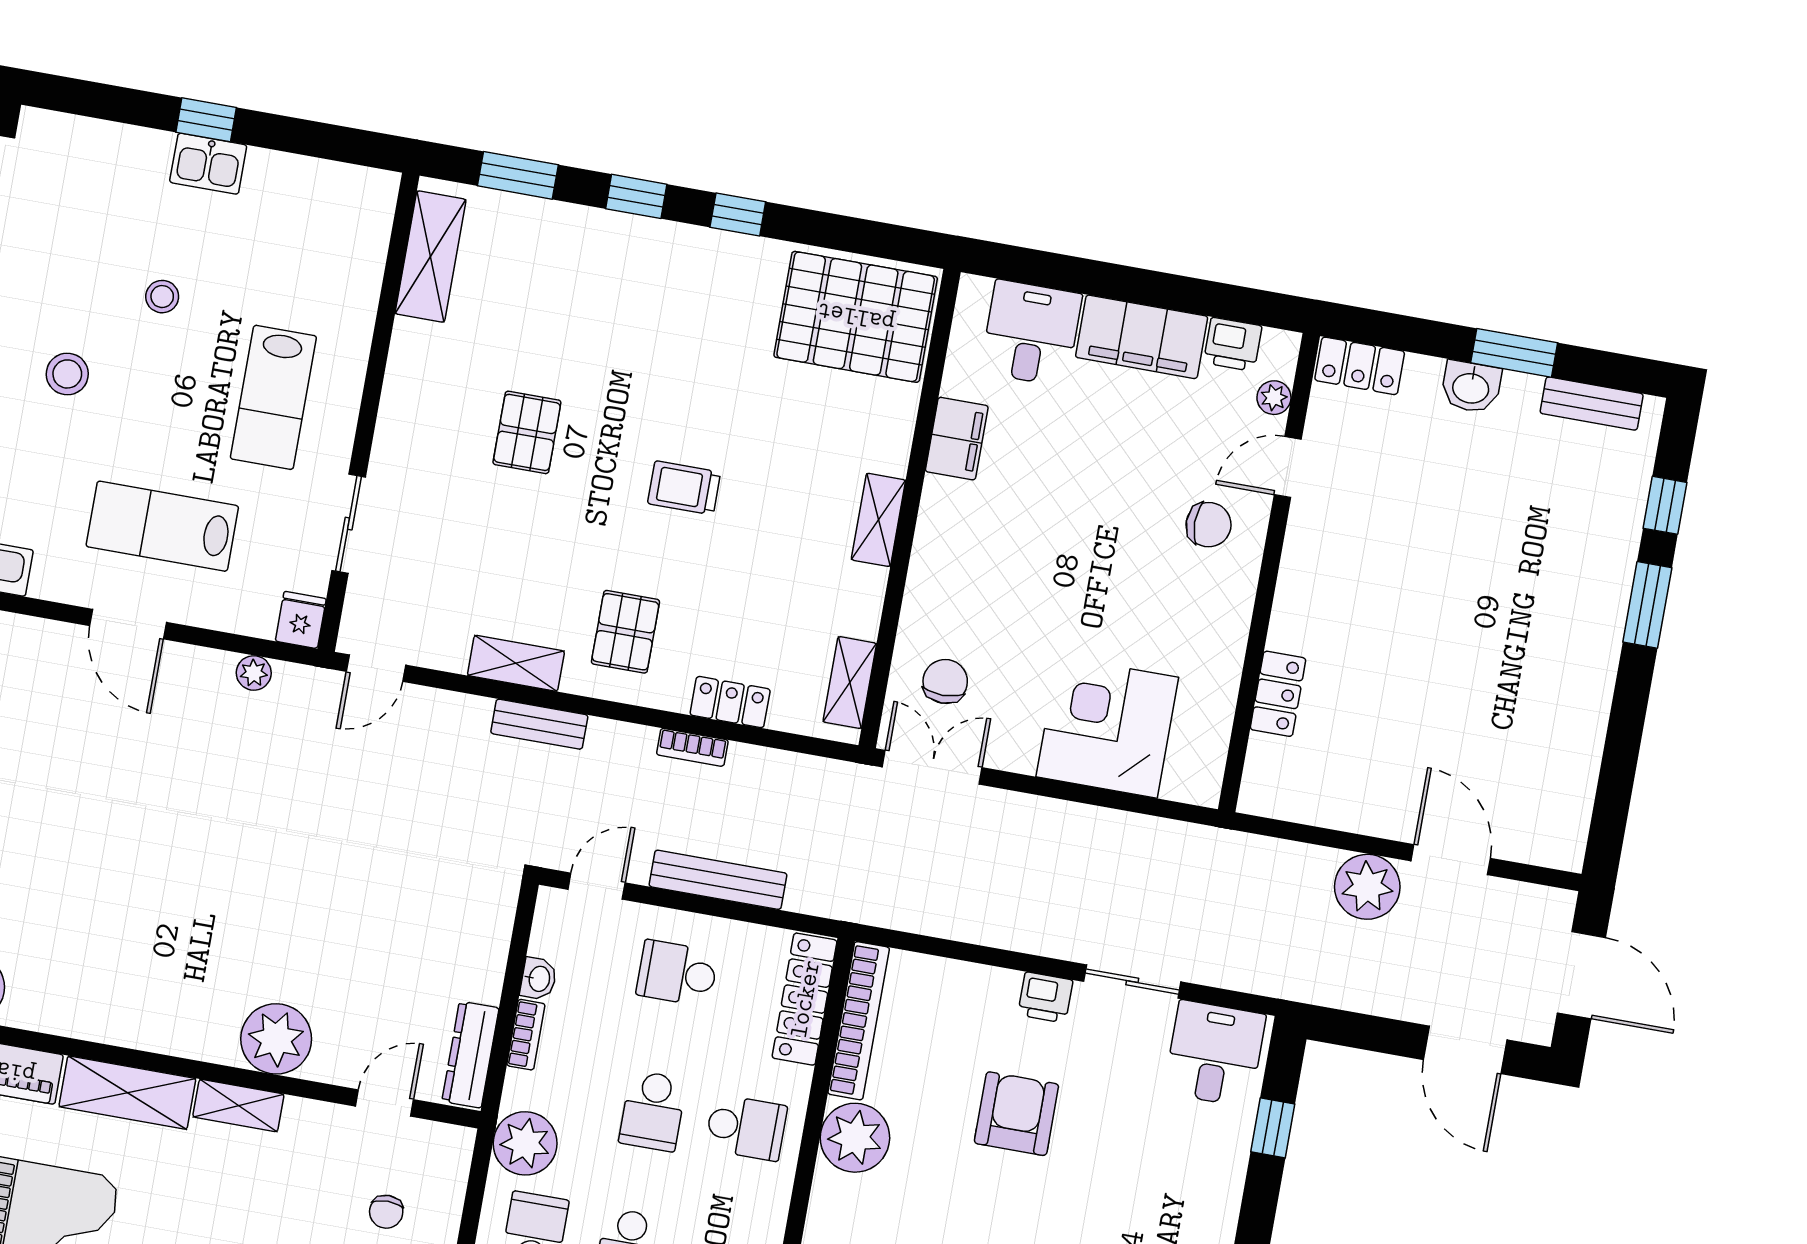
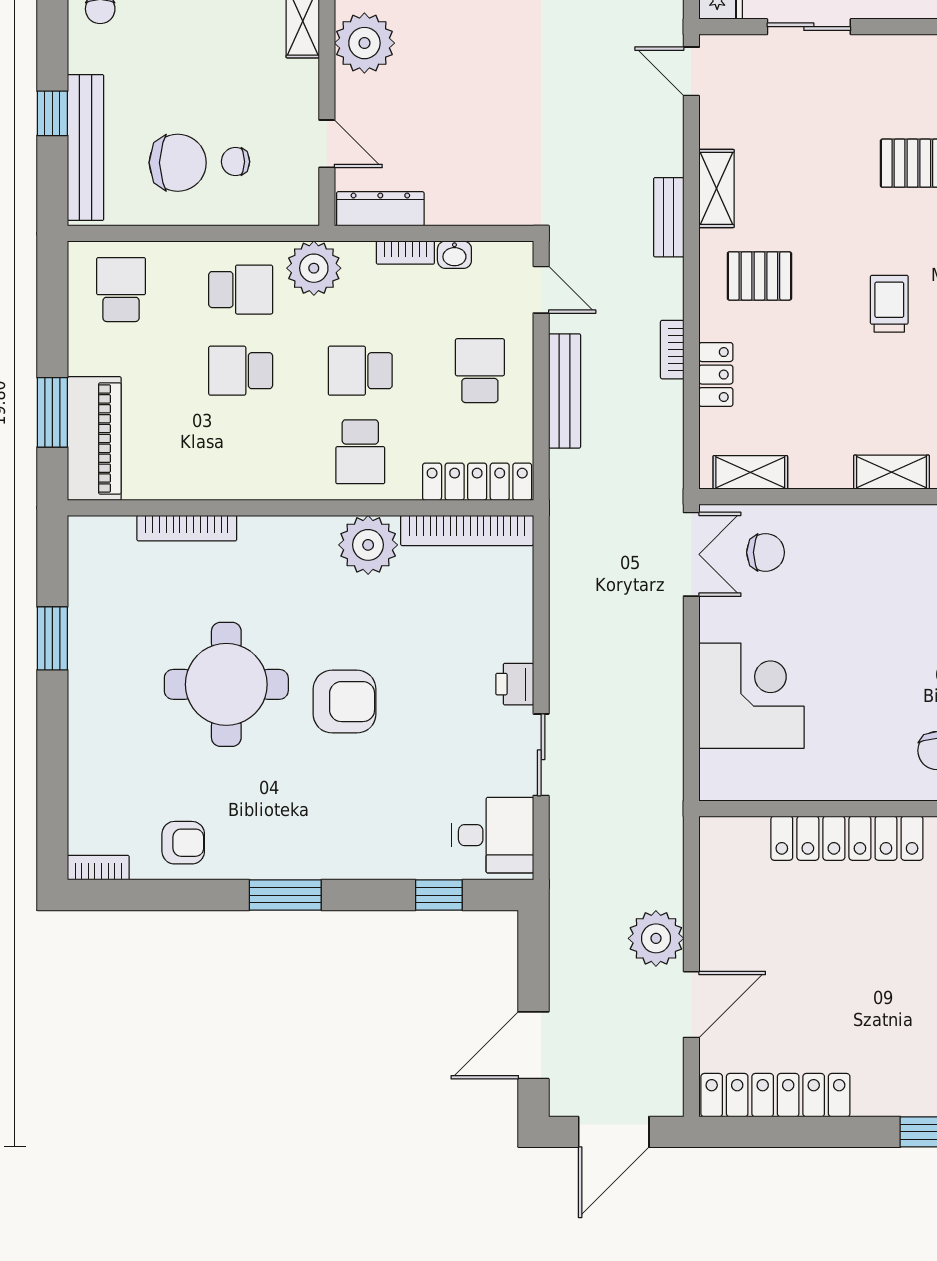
locker: (1278, 694) -> (847, 838), width x2.16, depth x1.21
locker: (1572, 781) -> (775, 1095), added
armchair: (1016, 1114) -> (345, 702), moved

